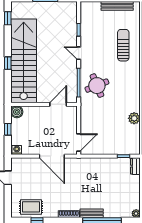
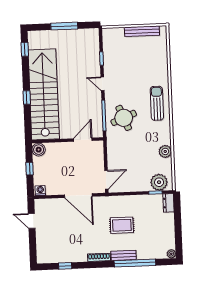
sun lounger: (123, 45) -> (157, 103), moved
plant: (127, 147) -> (159, 182), added
rug: (31, 207) -> (122, 225), moved

